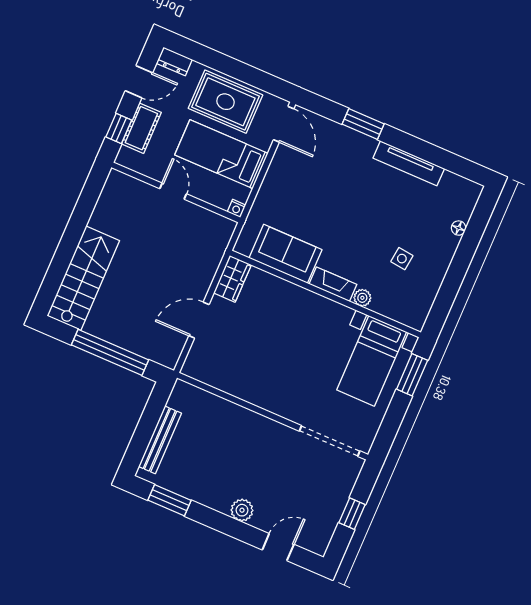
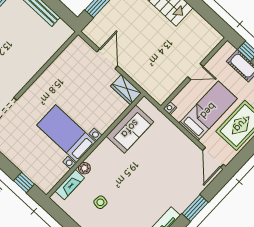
door: (284, 124) -> (213, 157), hinge flipped
fireplace: (333, 284) -> (70, 185), moved
bed with nightstands: (372, 361) -> (66, 134), moved
window: (412, 375) -> (24, 182), width x0.67

